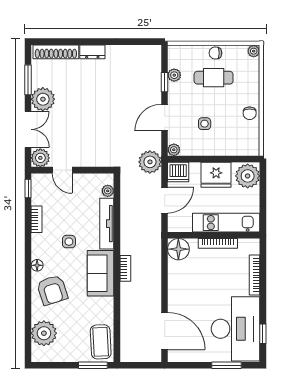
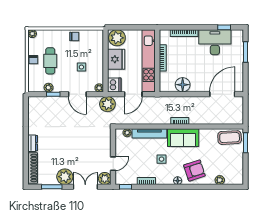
door: (165, 200) -> (133, 94), swing flipped
kitchen unit: (226, 223) -> (149, 61), width x1.36
floor lamp: (178, 249) -> (183, 85), moved
desk: (236, 329) -> (215, 42), width x0.73, depth x0.77
plant: (44, 333) -> (220, 180), width x0.53, depth x0.53

